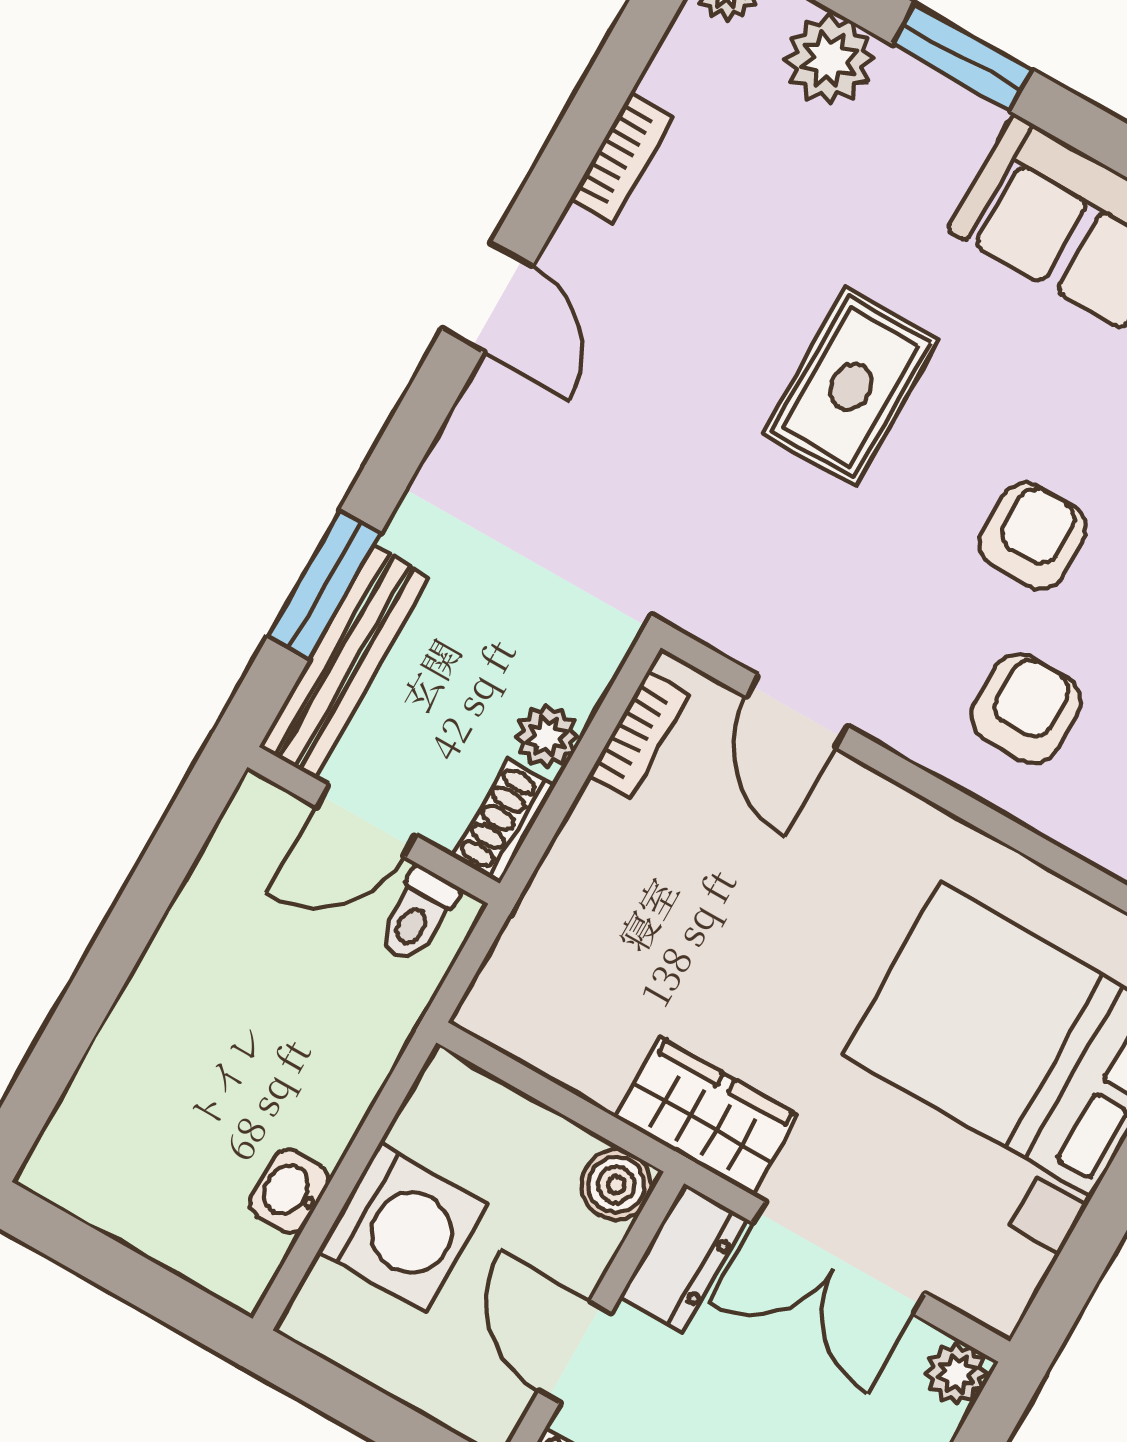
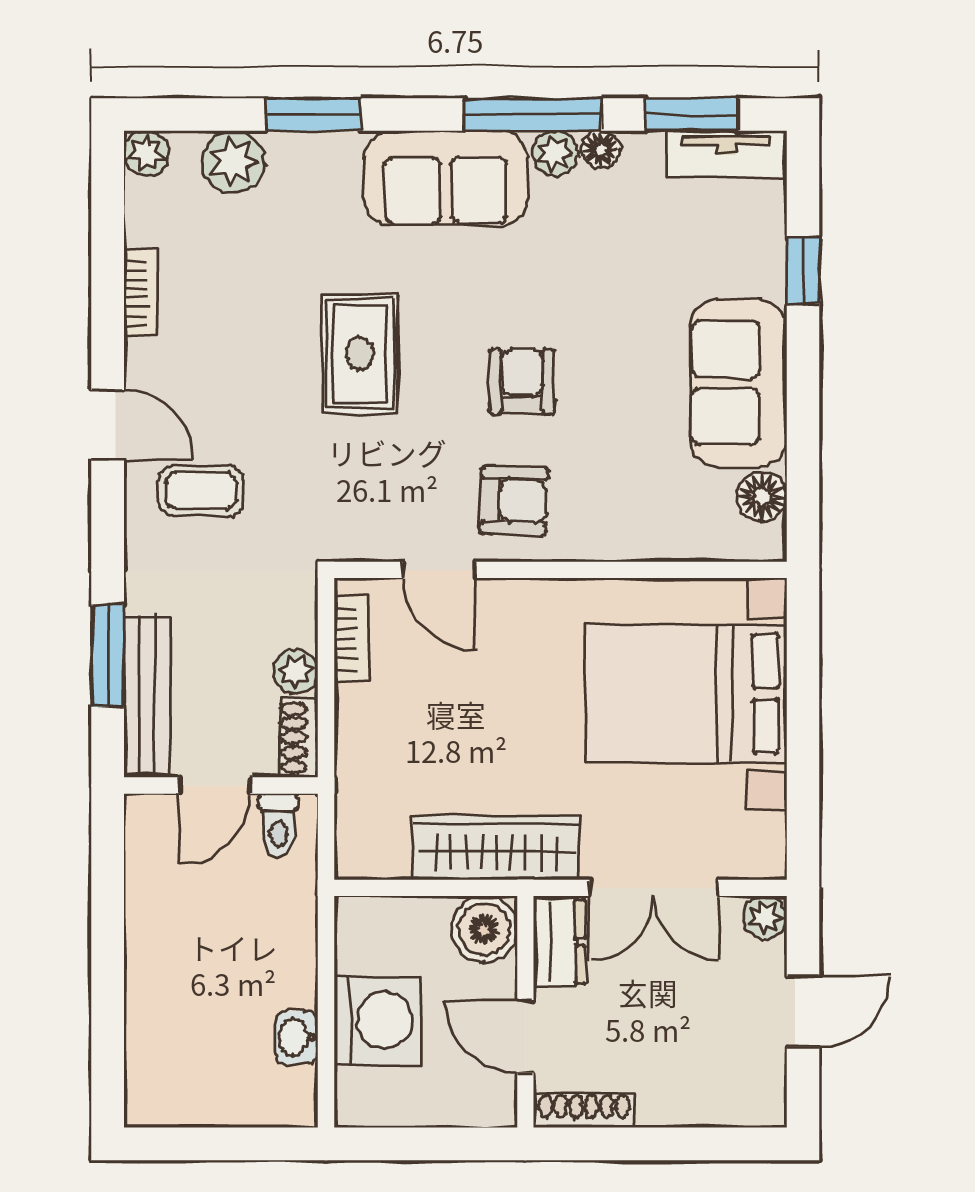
coffee table: (557, 445) -> (201, 491), added
armchair: (1026, 708) -> (514, 501), moved, turned 92
wardrobe: (707, 1116) -> (496, 848), width x1.50
boiler: (616, 1185) -> (484, 929), width x1.36, depth x1.36

